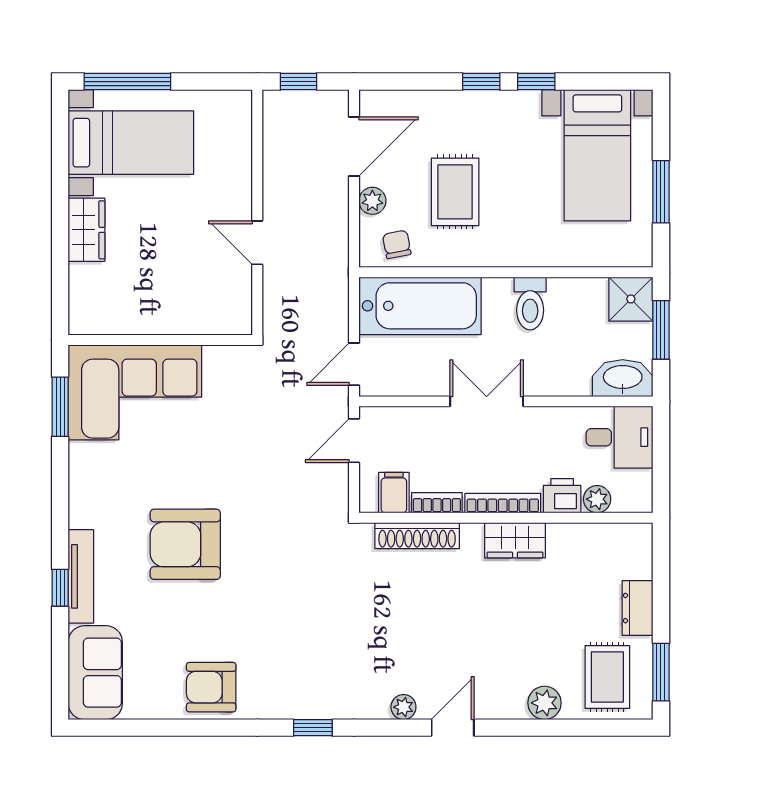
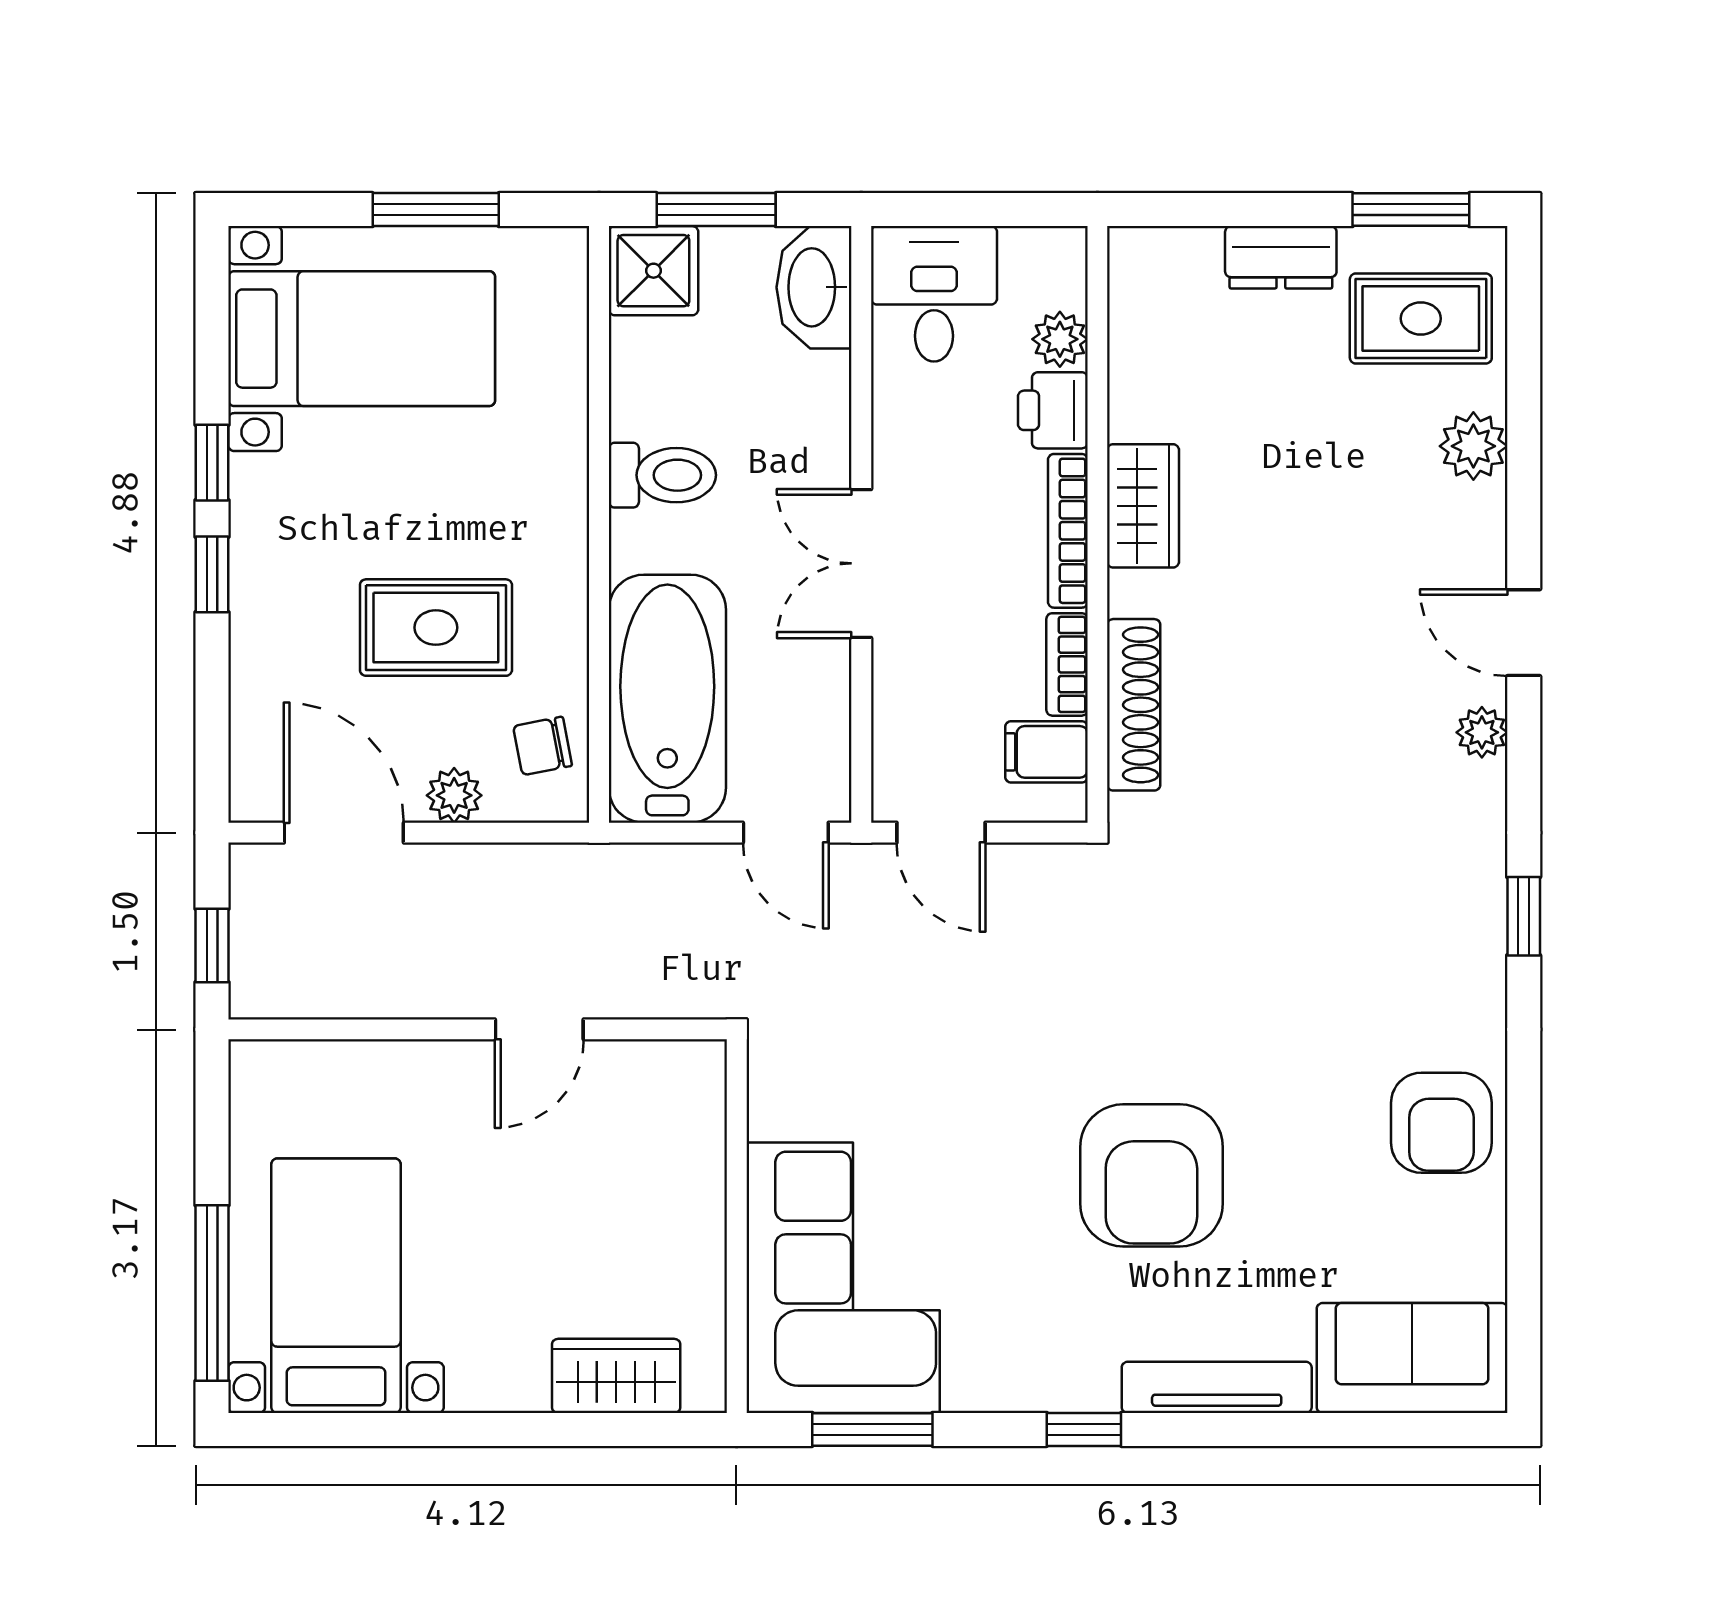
wardrobe: (86, 230) -> (616, 1376), moved
window: (60, 588) -> (1084, 1429), moved

